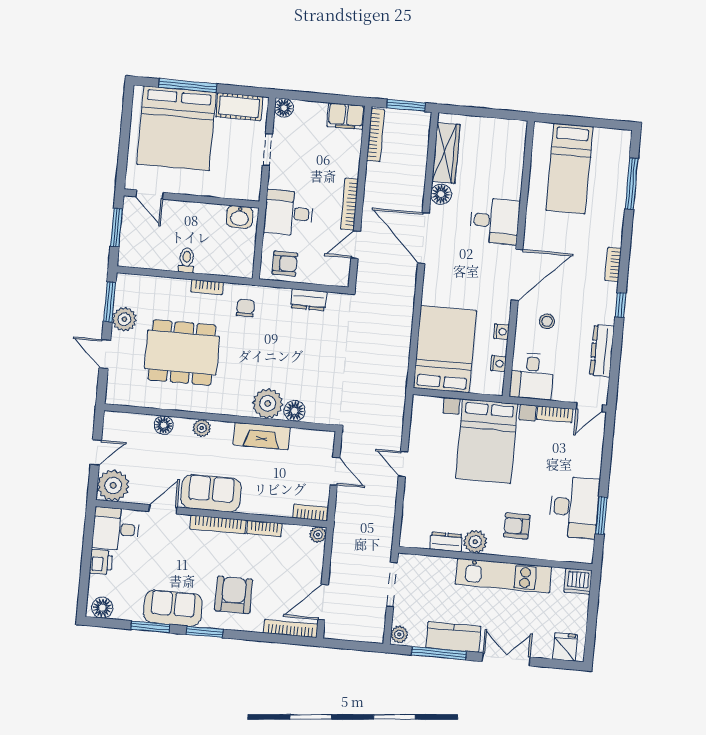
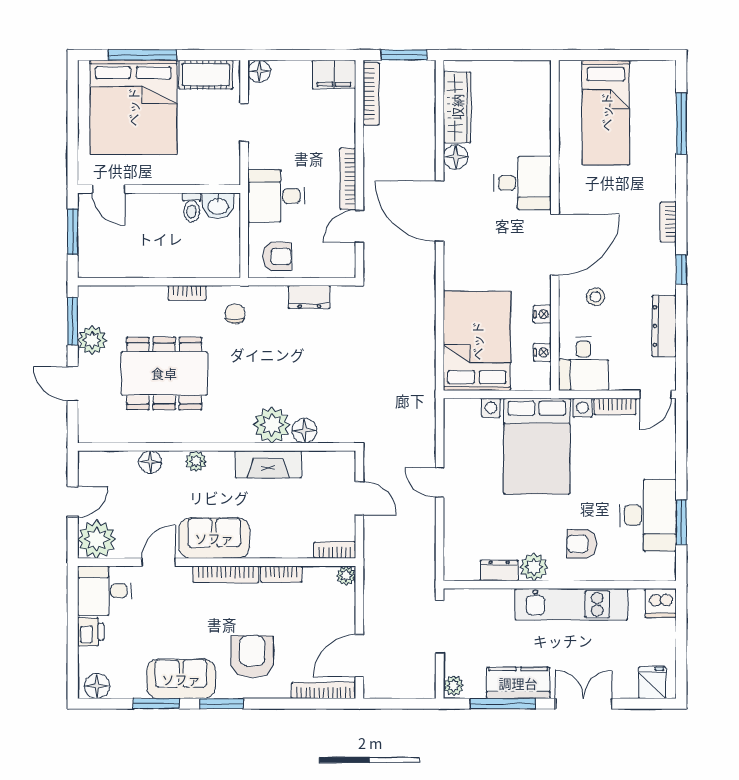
toilet: (187, 260) -> (192, 208), moved, turned 180

